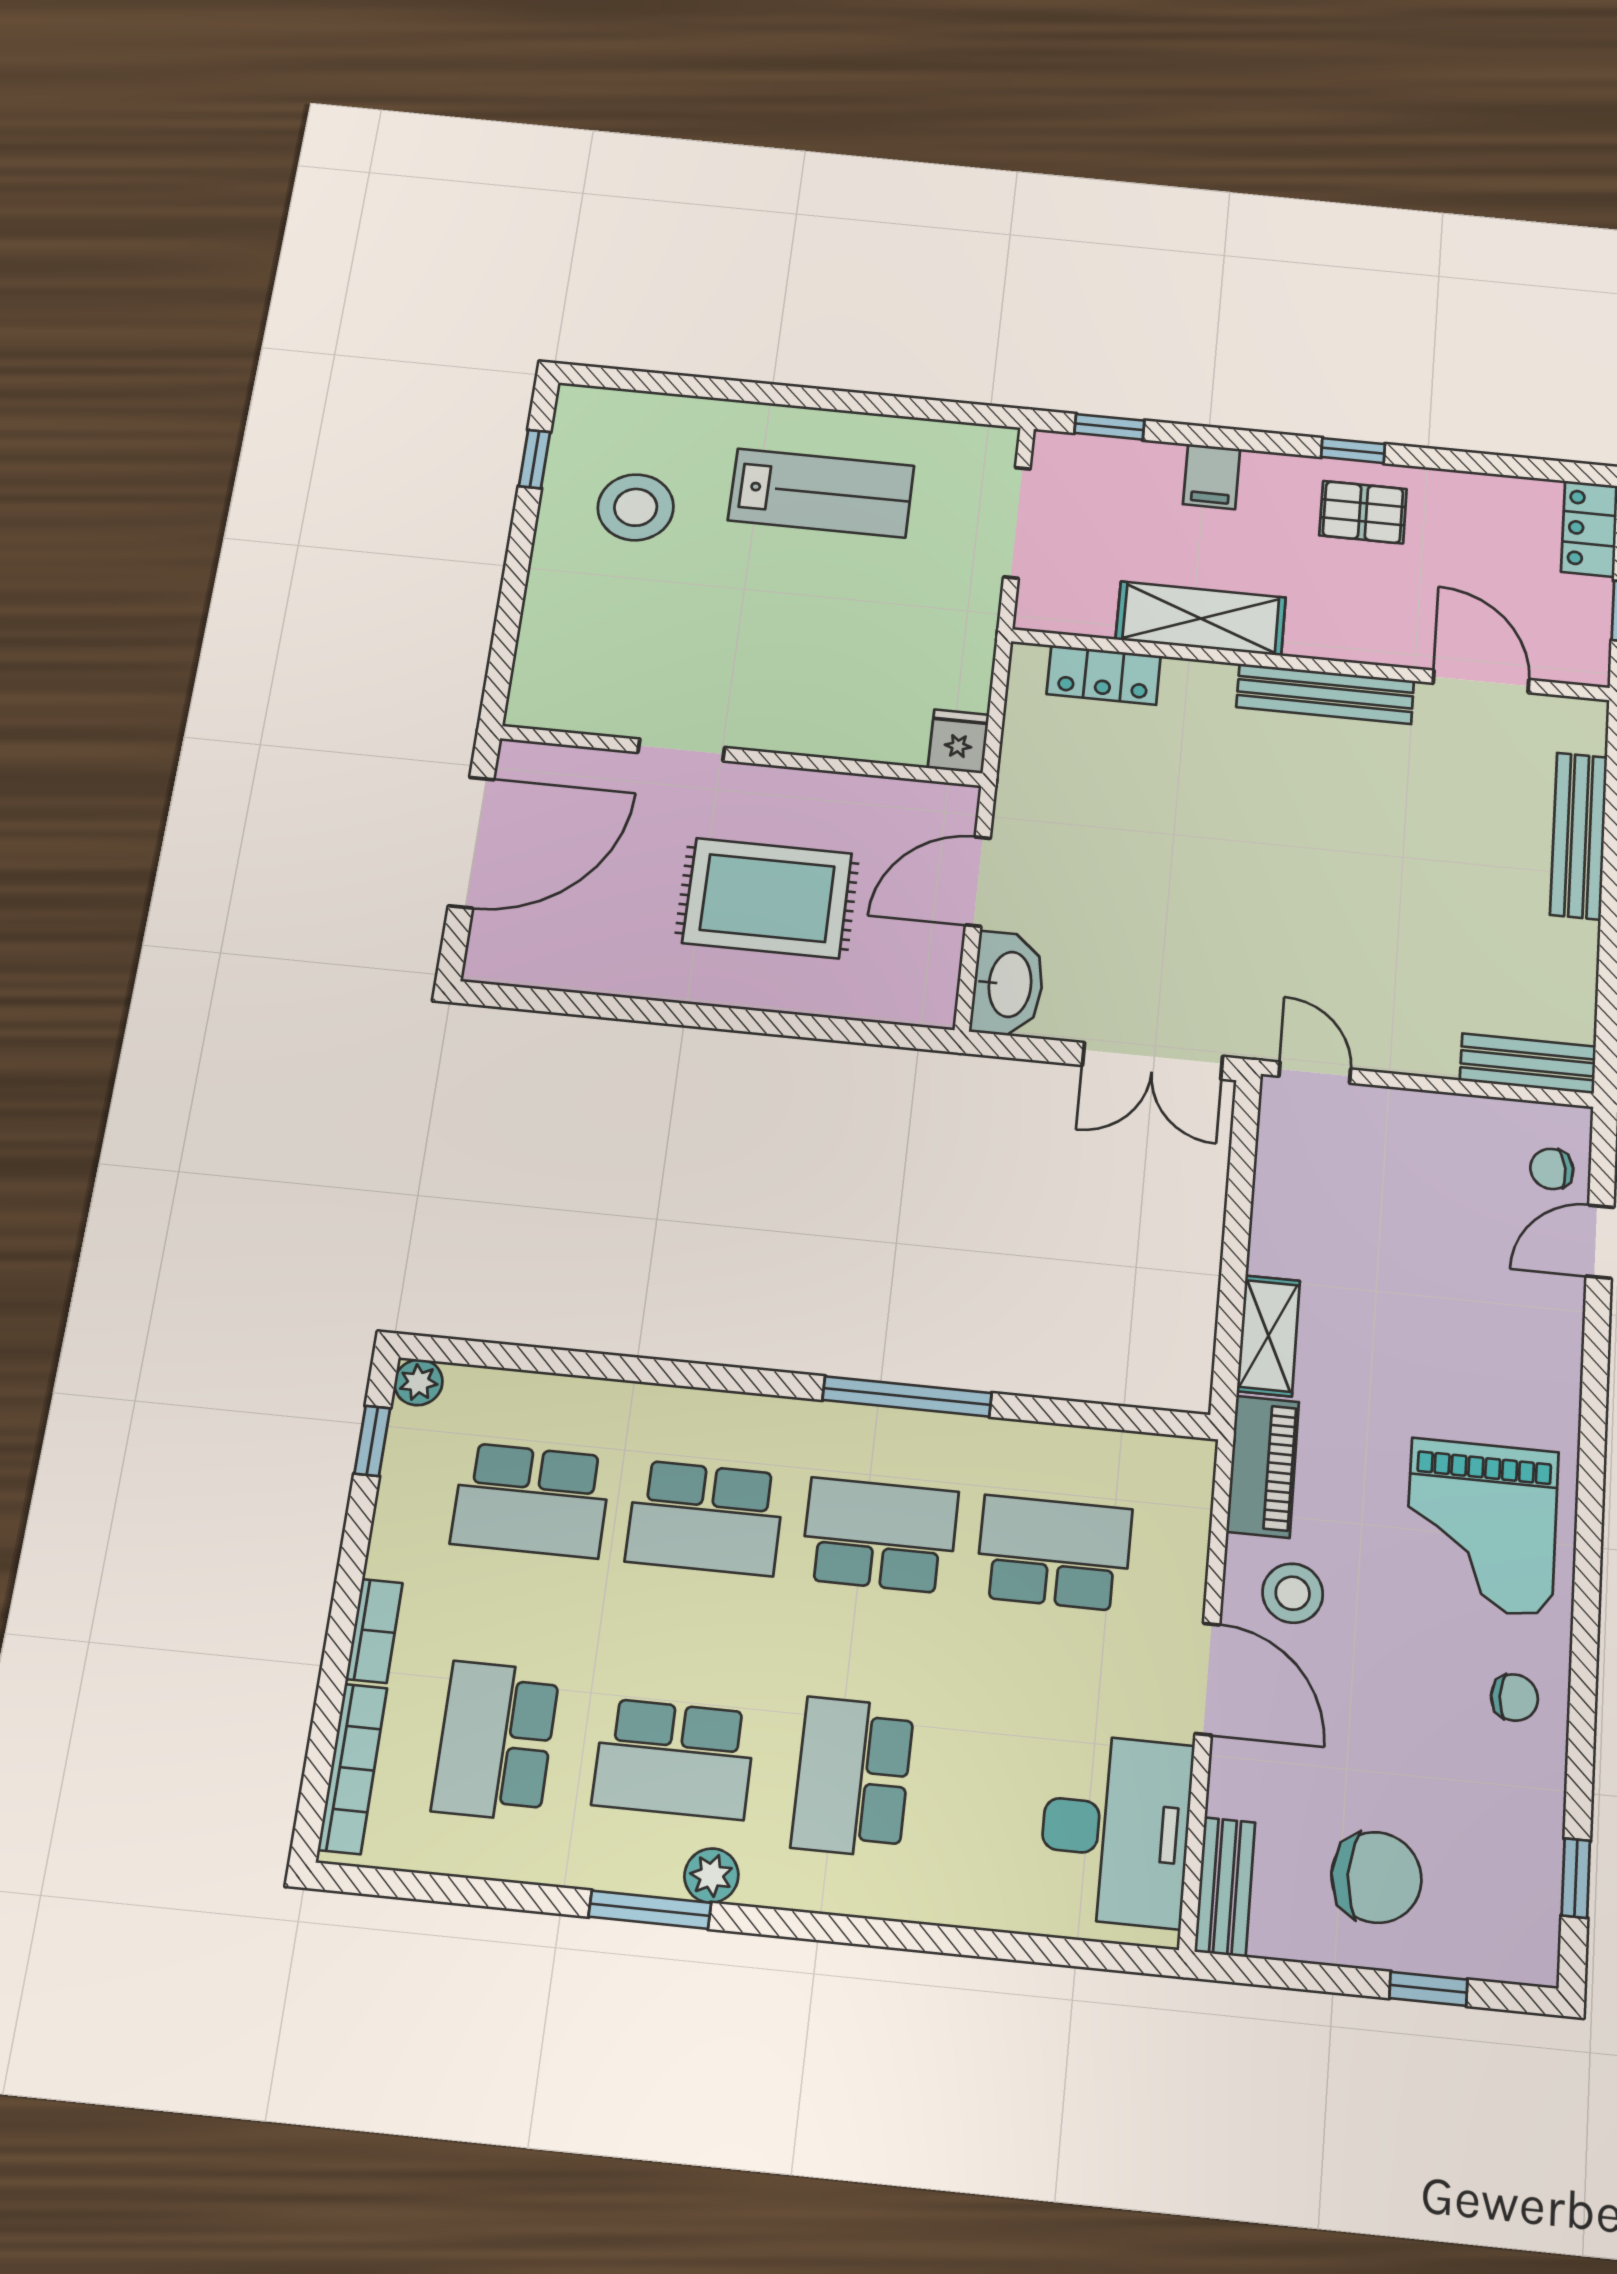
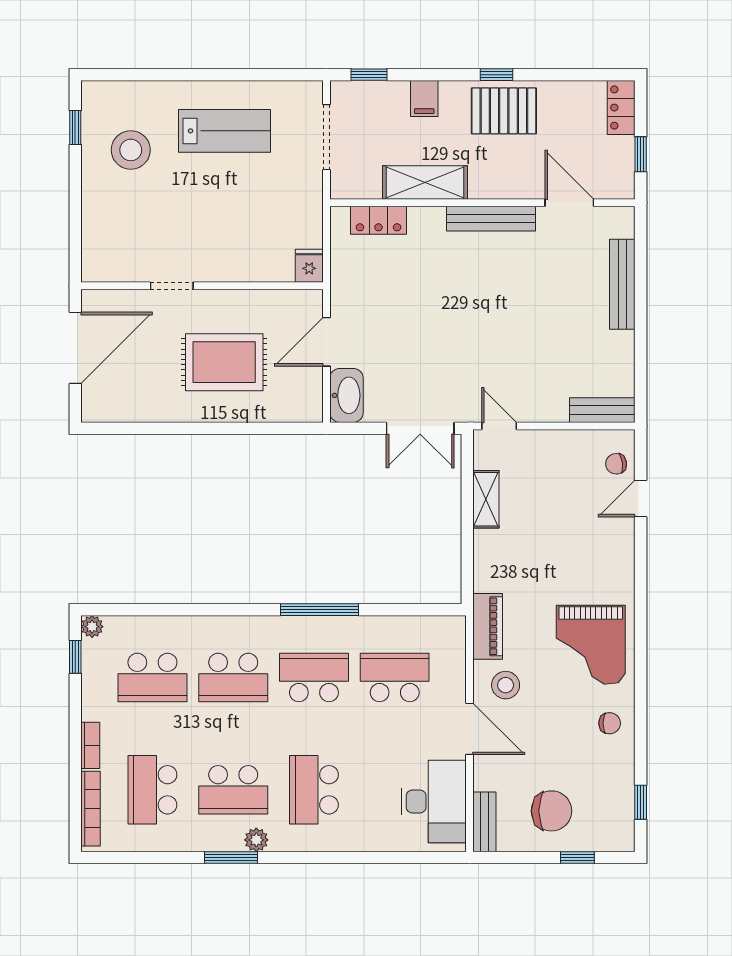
pallet: (1363, 512) -> (504, 111), width x1.50, depth x1.42
shelving: (1268, 1336) -> (486, 499), moved

